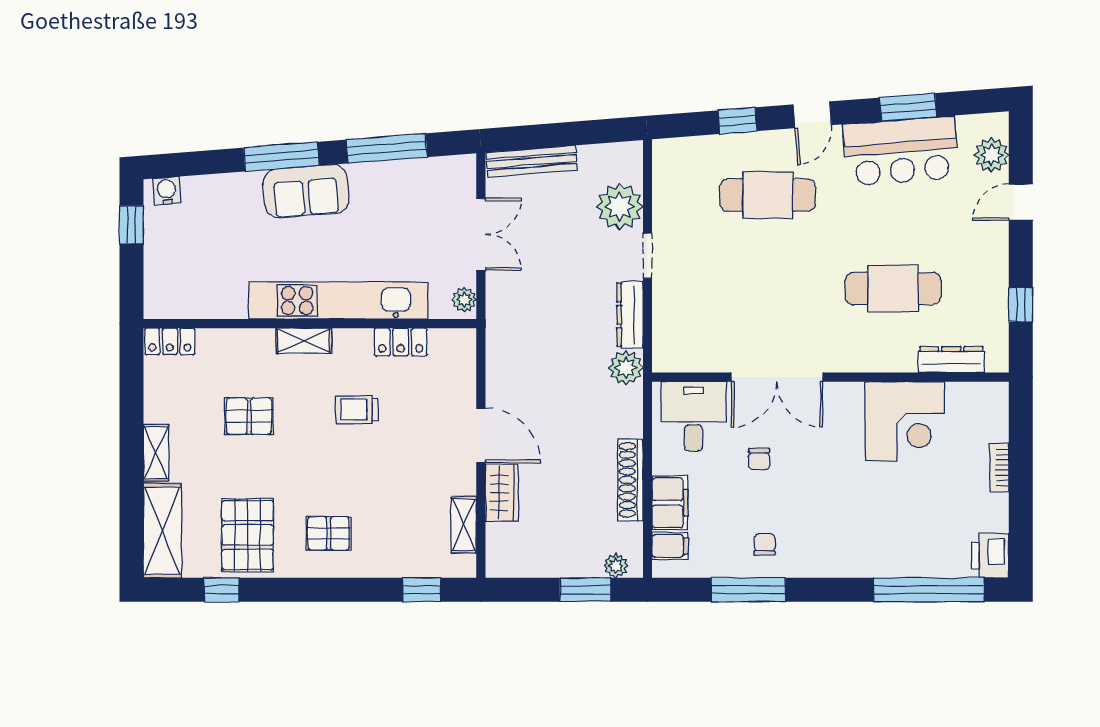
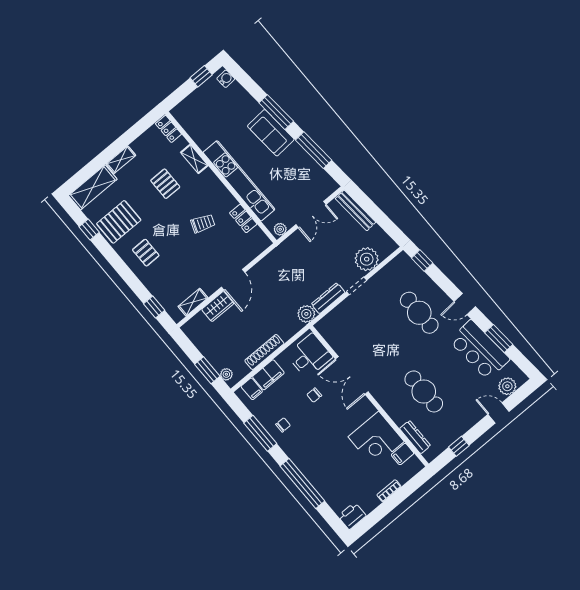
window: (737, 121) -> (422, 260), moved
shelving: (304, 341) -> (194, 159), moved
filing cabinet: (961, 400) -> (403, 454), added
trolley: (357, 410) -> (203, 223), turned 111
window: (929, 590) -> (302, 484), moved

